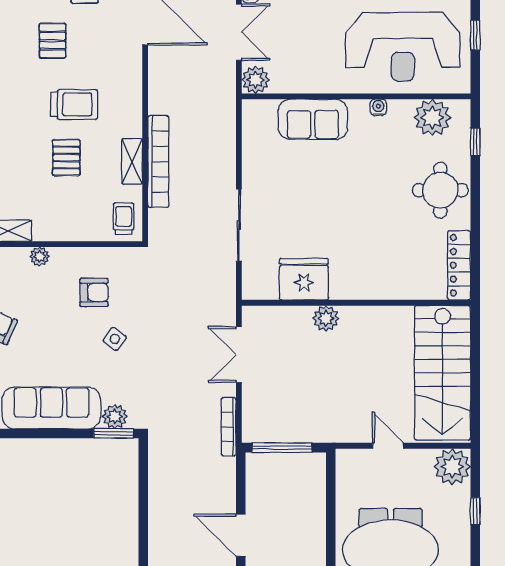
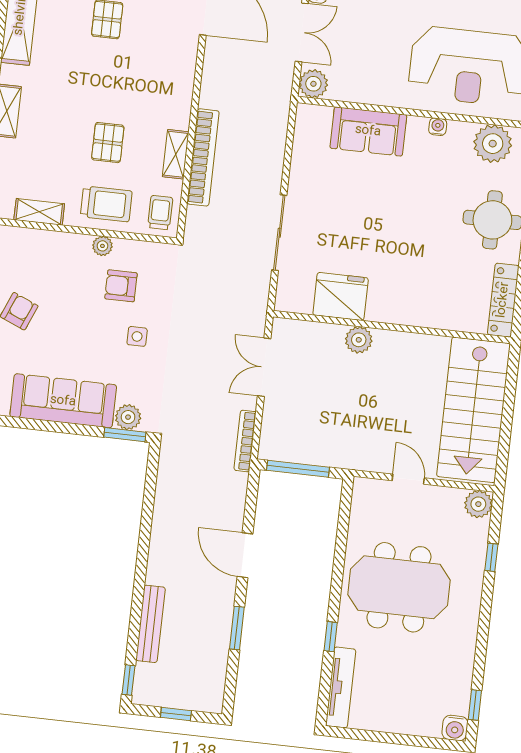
trolley: (74, 104) -> (106, 204), moved
plant: (39, 256) -> (102, 246), moved
armchair: (94, 292) -> (121, 286), turned 180
side table: (115, 339) -> (137, 336), turned -37
plant: (452, 467) -> (478, 504), width x0.73, depth x0.73

